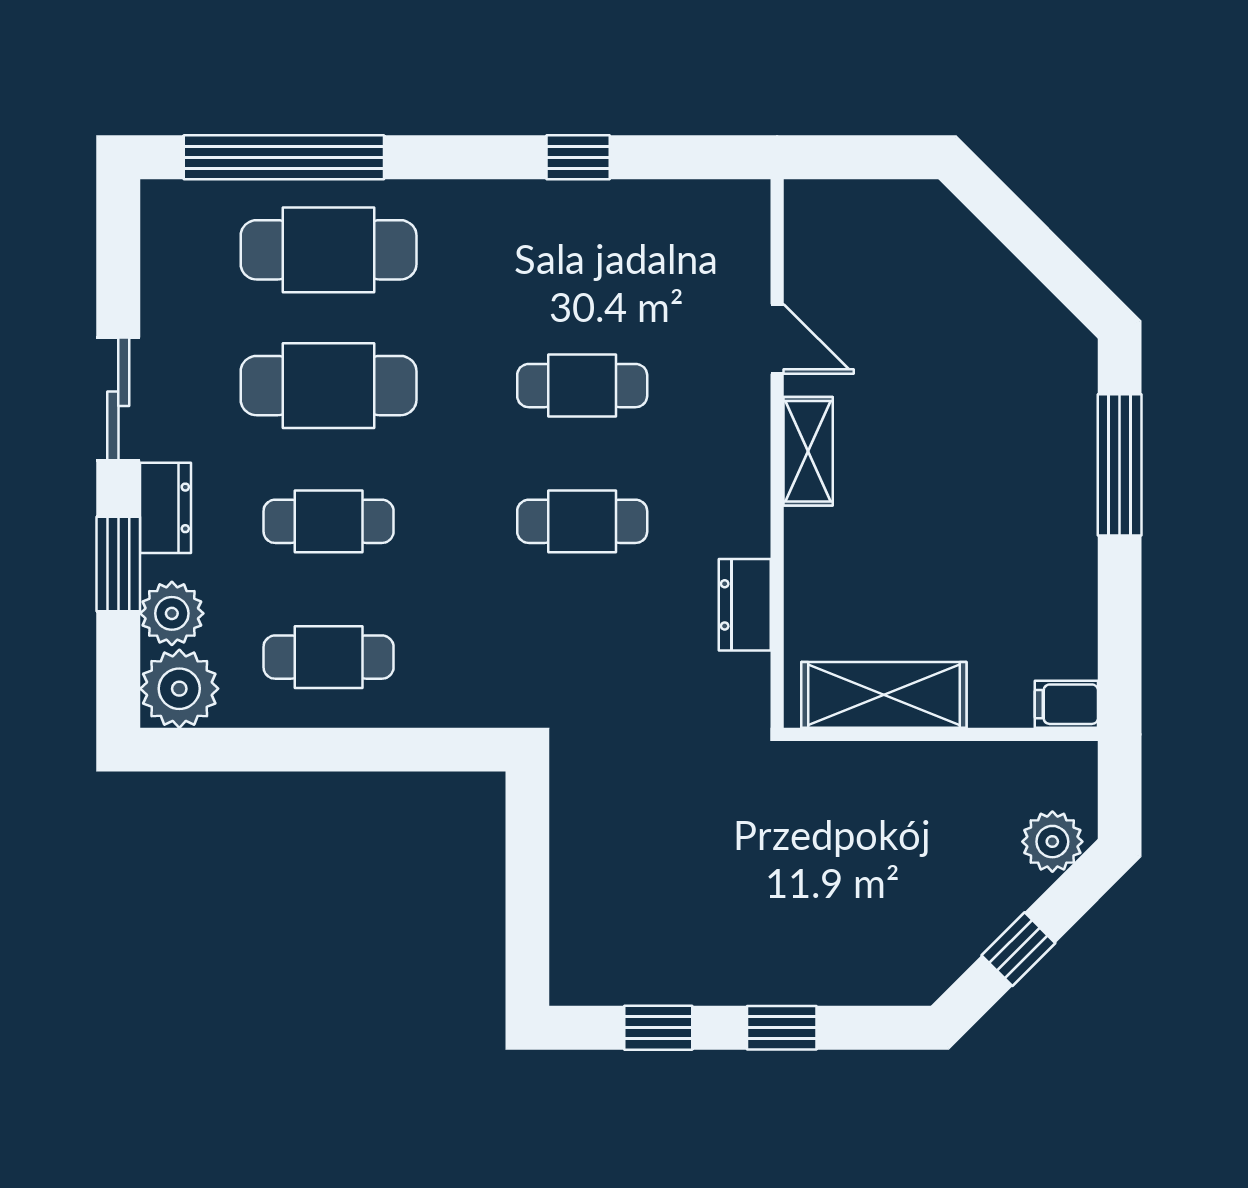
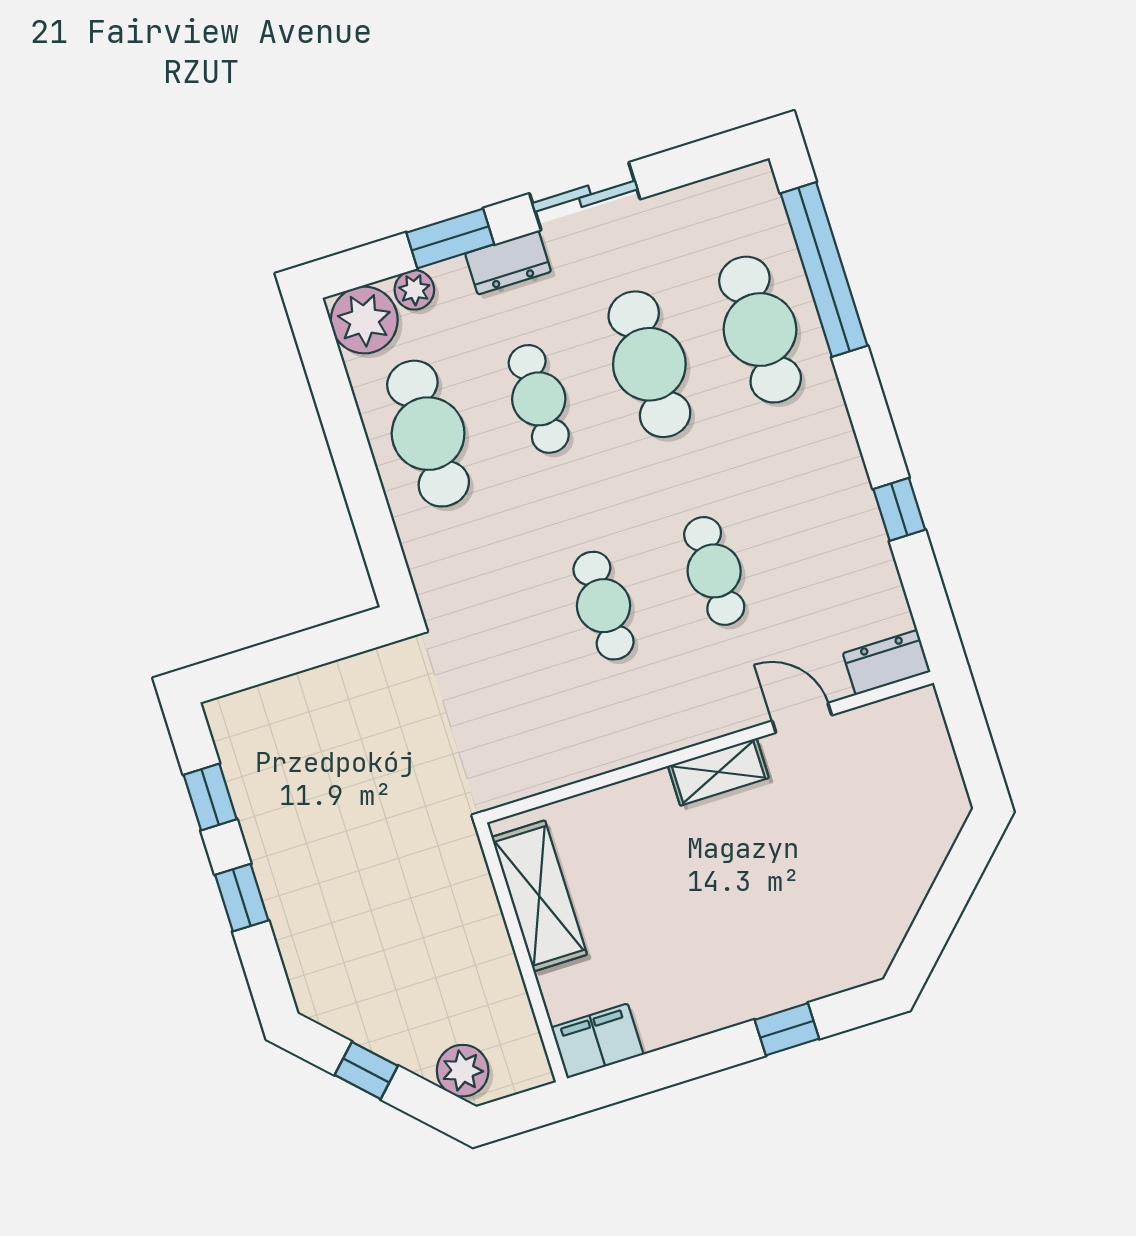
door: (777, 339) -> (802, 718), swing flipped
window: (1120, 465) -> (787, 1029), width x0.46
dresser: (745, 605) -> (887, 662), moved
plant: (172, 613) -> (414, 290), width x0.73, depth x0.73
cafe table: (329, 657) -> (428, 434), width x1.37, depth x1.35
filing cabinet: (1066, 704) -> (597, 1041), width x2.00

